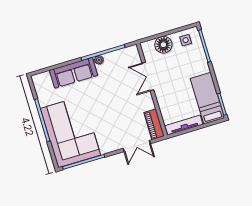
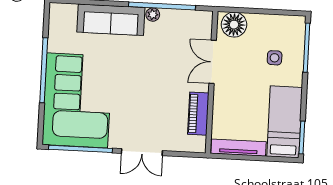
side table: (186, 40) -> (275, 58), moved
floor lamp: (163, 45) -> (234, 25), moved
piano: (154, 124) -> (198, 114), moved
double door: (137, 146) -> (142, 152), moved

